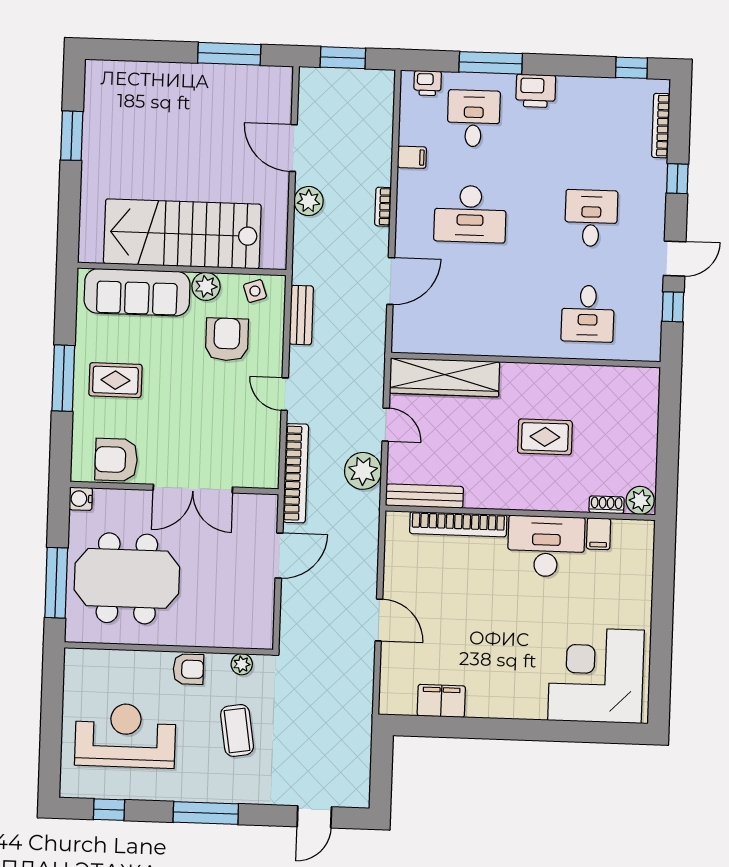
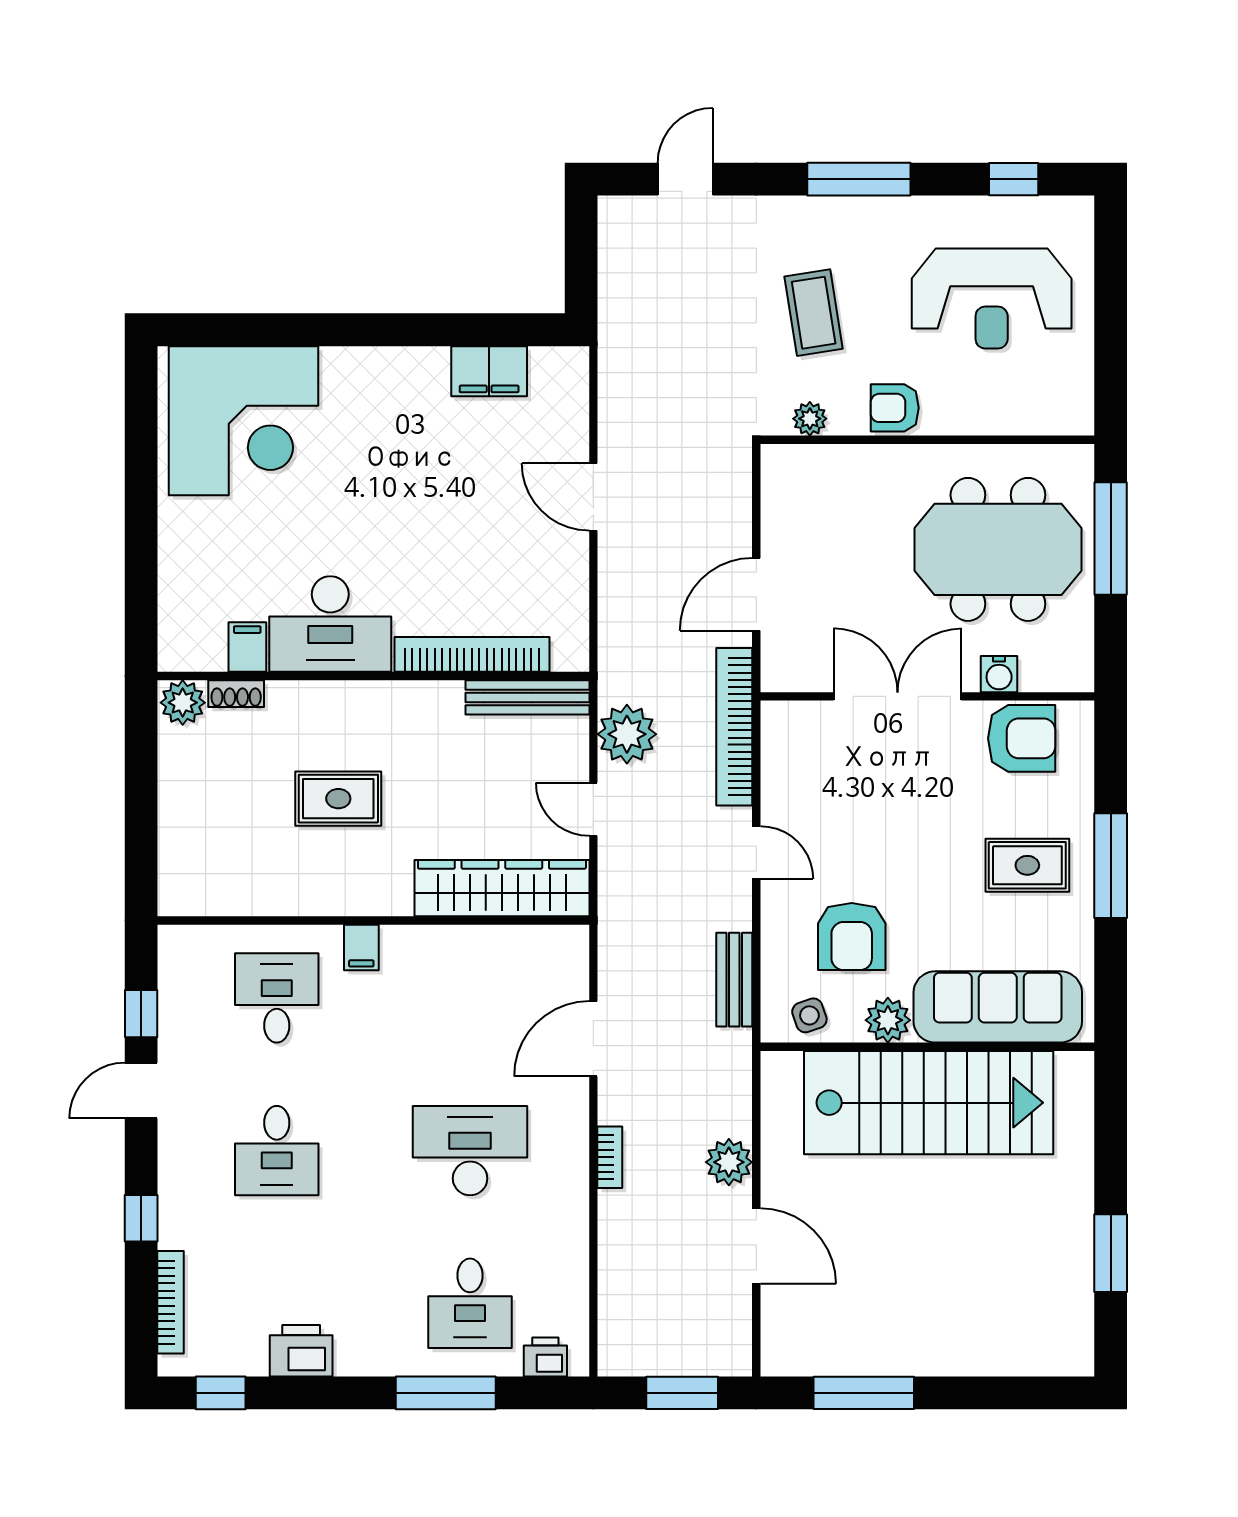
printer: (536, 91) -> (301, 1351), moved
filing cabinet: (412, 157) -> (361, 947), moved, turned -90
water cooler: (81, 499) -> (999, 674), moved, turned 90

